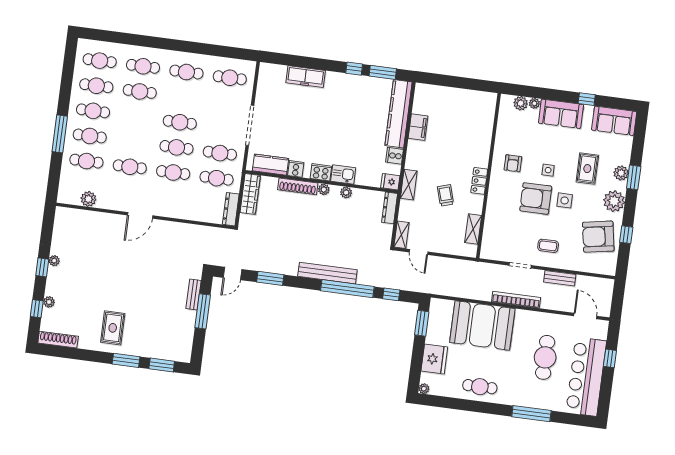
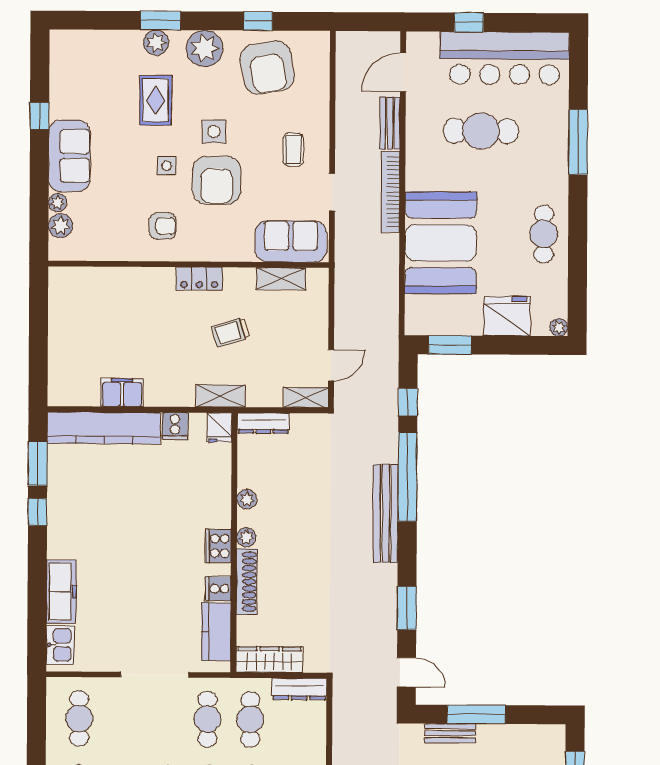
sofa: (614, 121) -> (291, 241), moved, turned -90
rug: (587, 169) -> (156, 100), turned 90
kitchen sink: (343, 174) -> (60, 645), moved, turned 180
bench: (560, 278) -> (390, 123), moved

